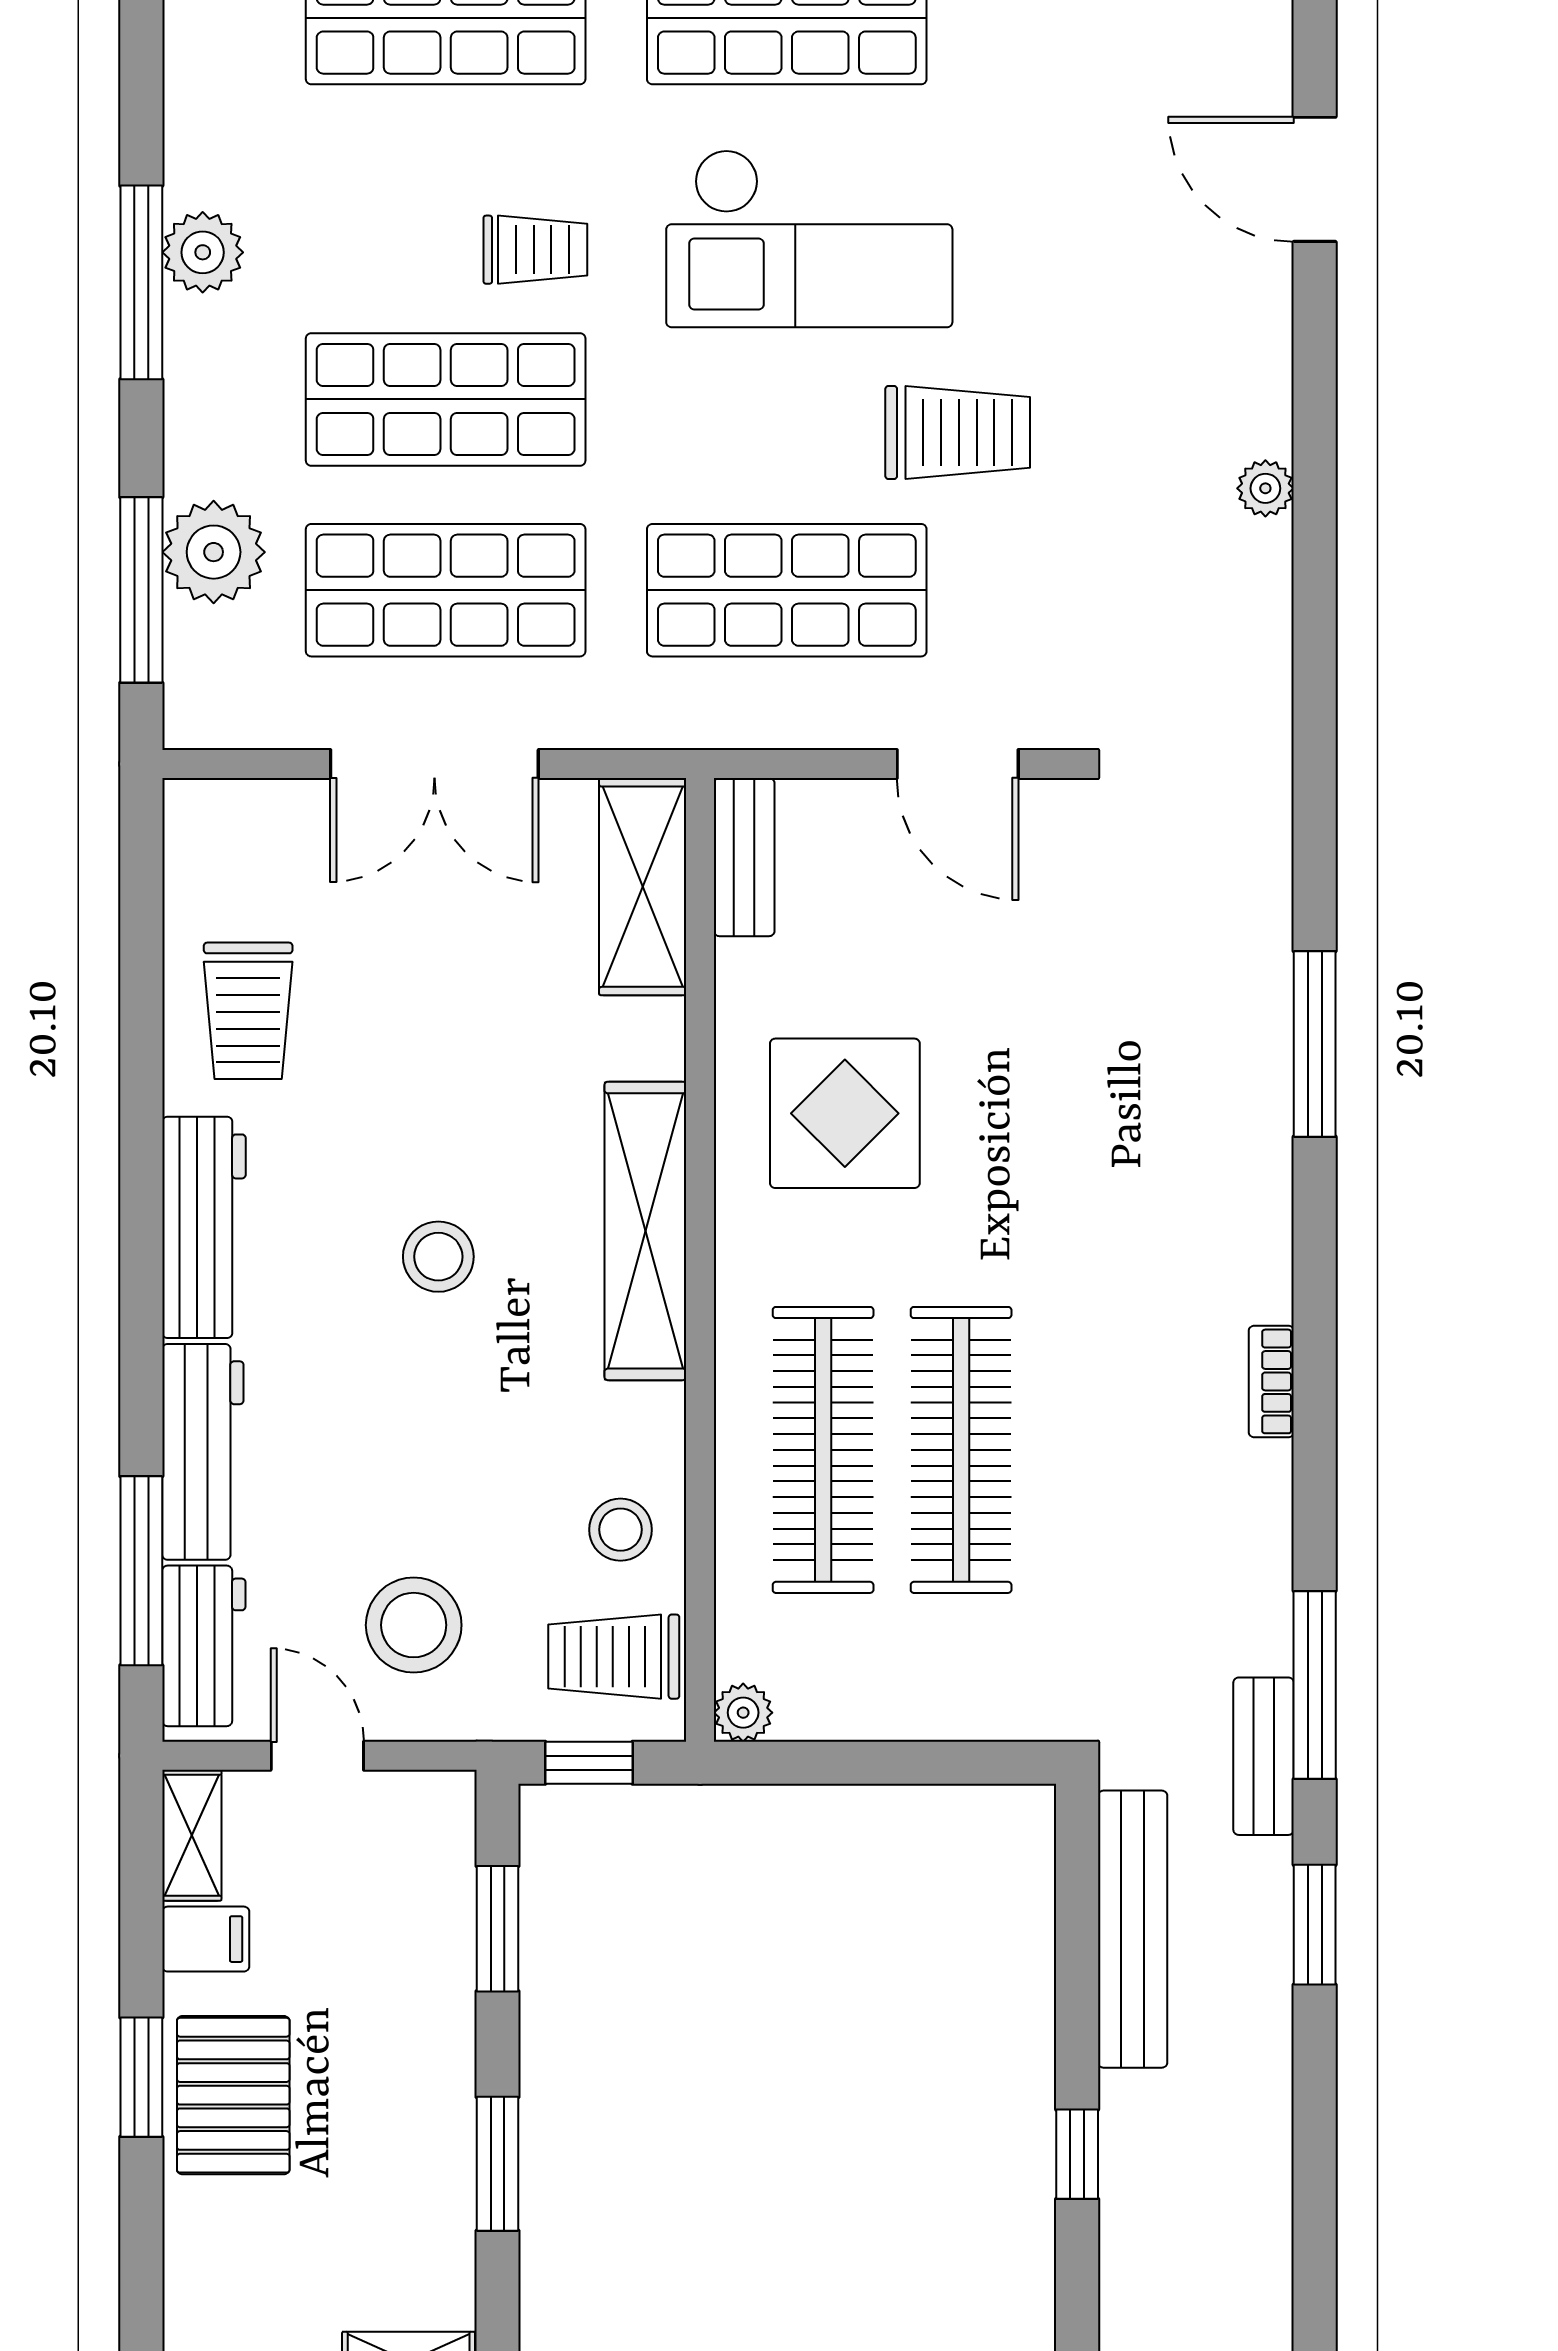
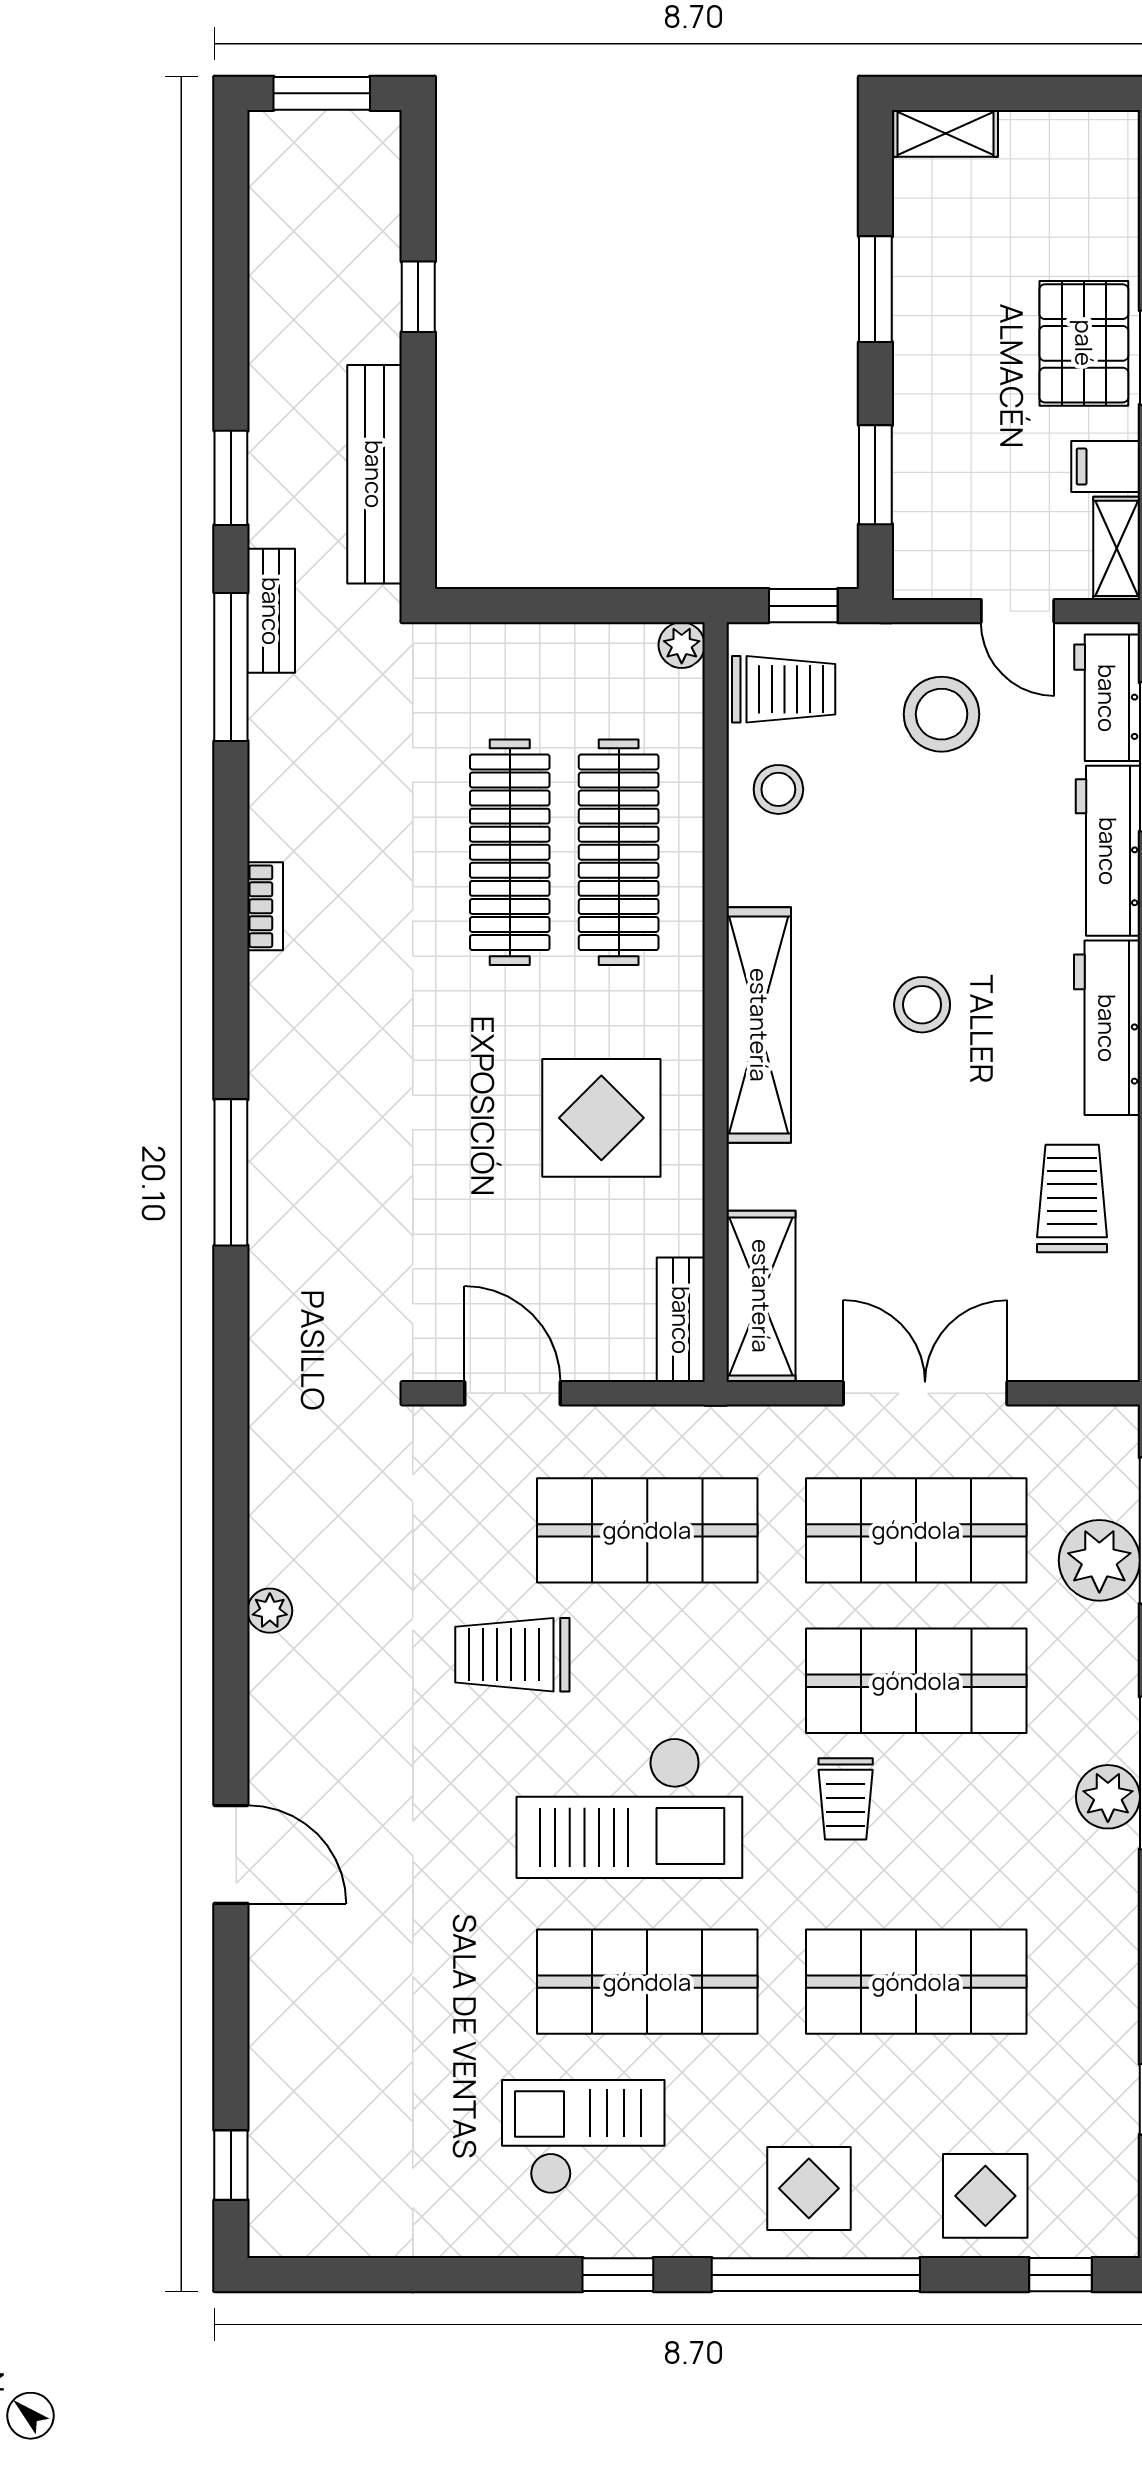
checkout: (809, 238) -> (629, 1808), turned 180
trolley: (535, 250) -> (846, 1799), turned -90

